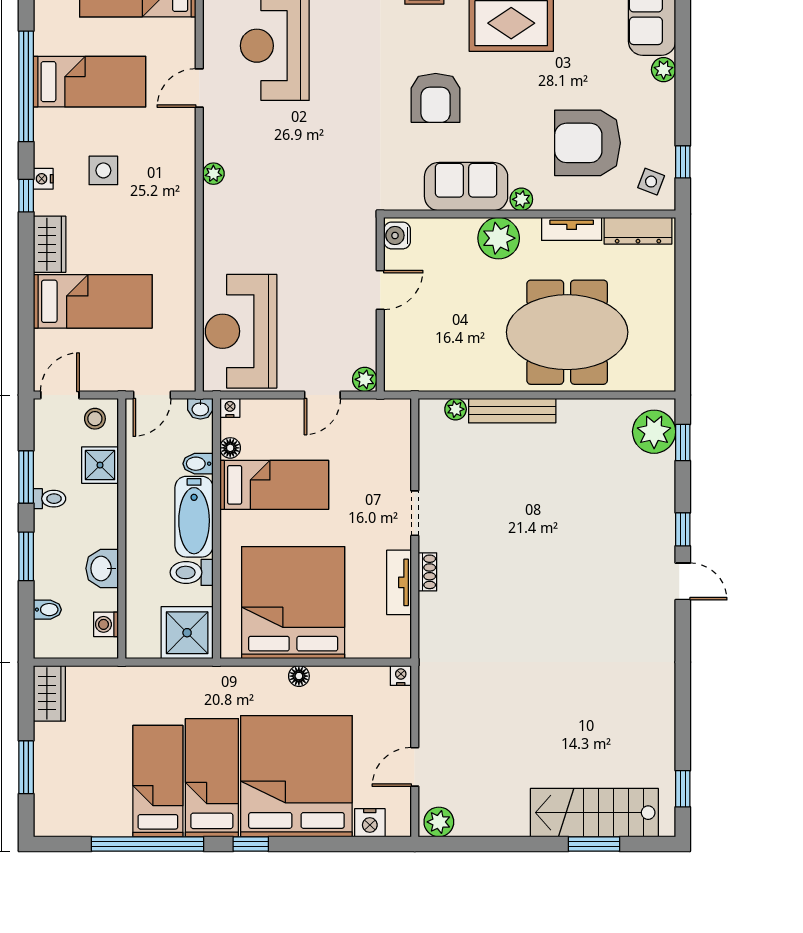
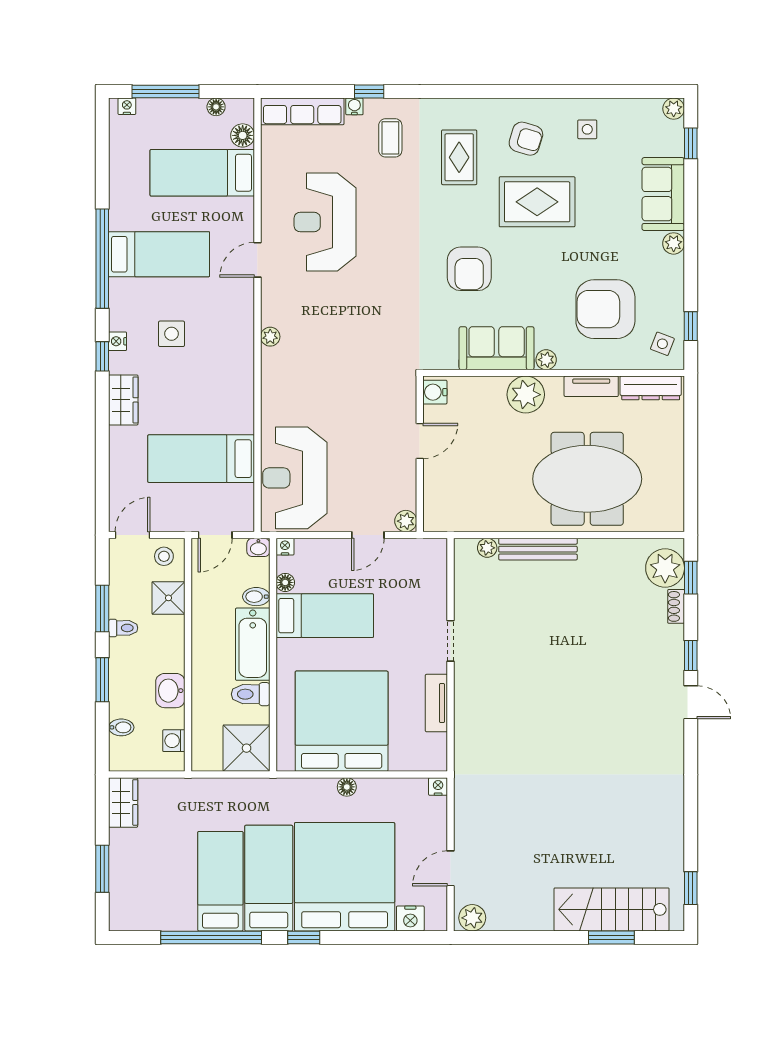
bed: (93, 301) -> (201, 459), moved, turned 180
shoe rack: (427, 572) -> (676, 606), moved, turned 180

